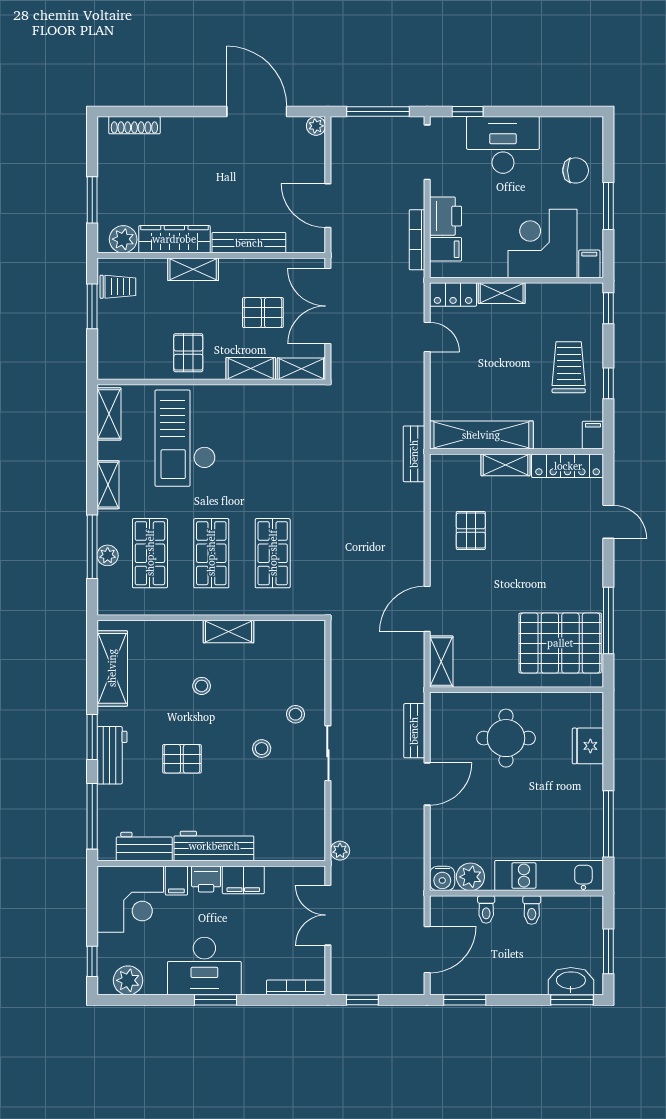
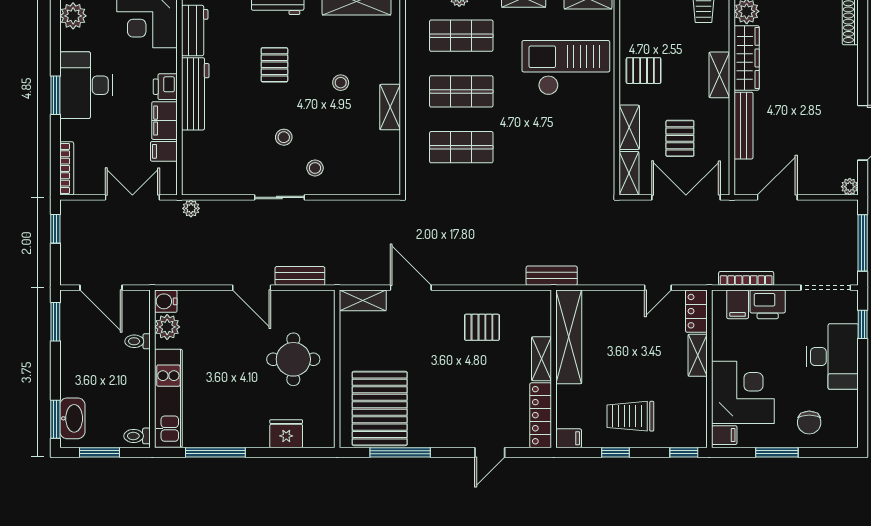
trolley: (569, 367) -> (630, 416), turned 180
filing cabinet: (176, 881) -> (164, 151), moved
toilet: (532, 910) -> (137, 436), moved

